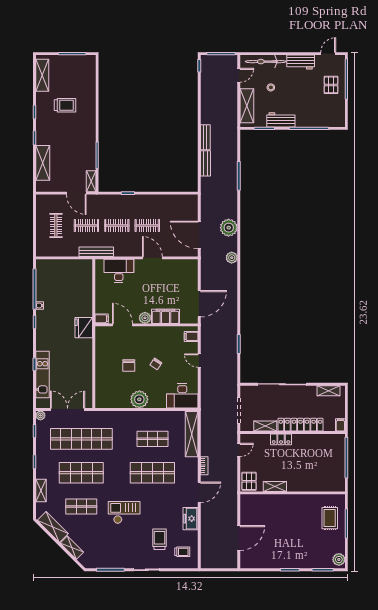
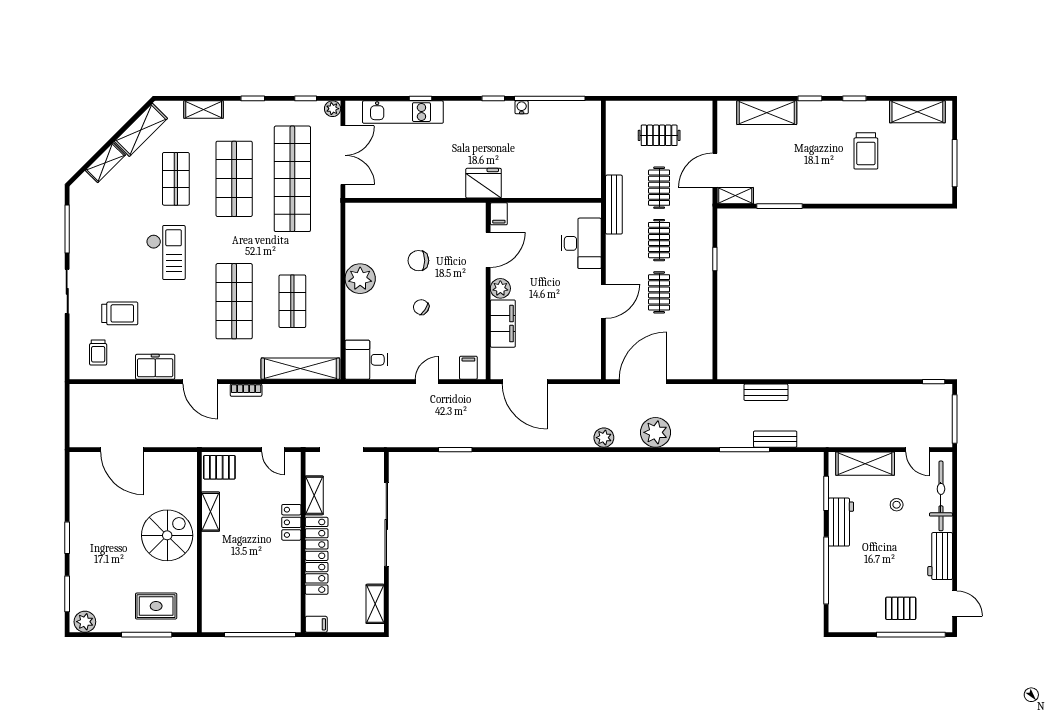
bench: (205, 137) -> (775, 439), moved
desk: (182, 396) -> (366, 360), width x0.73
spiral stairs: (289, 512) -> (167, 535), added

